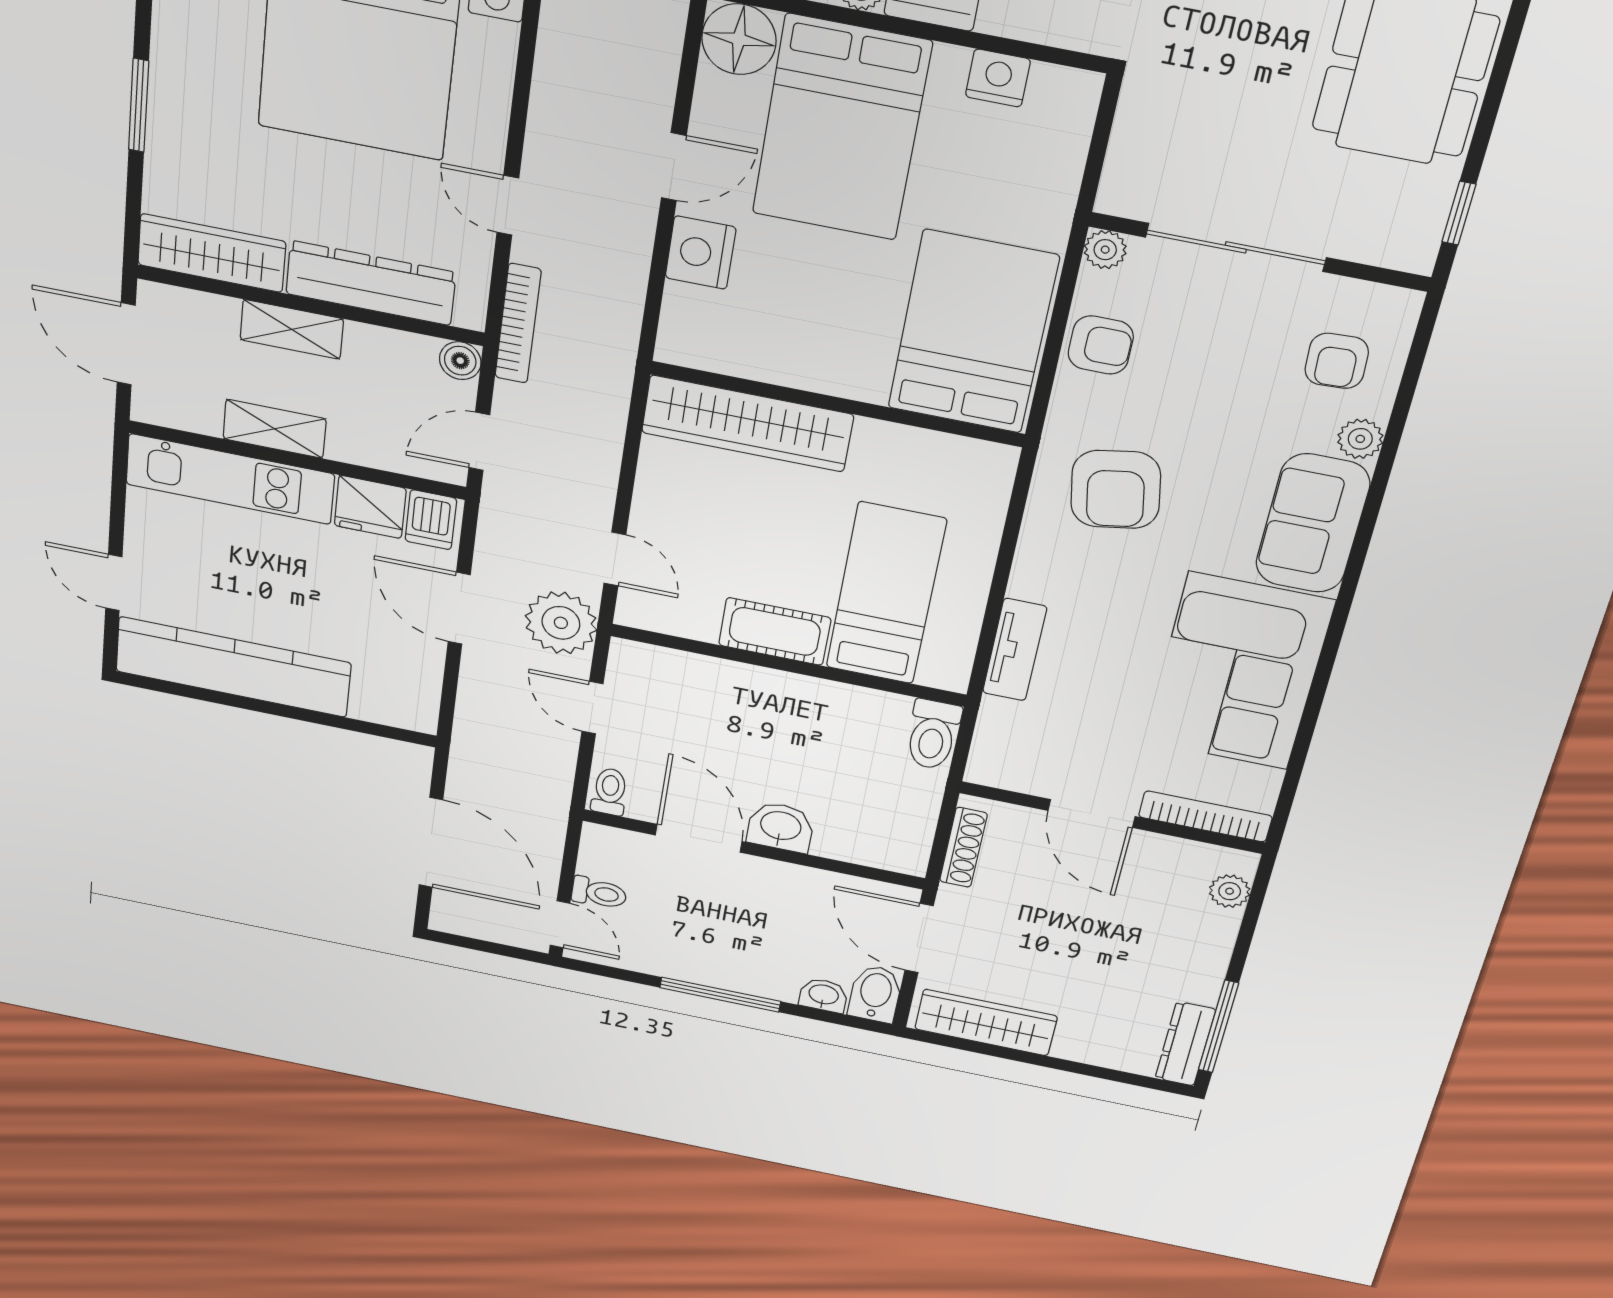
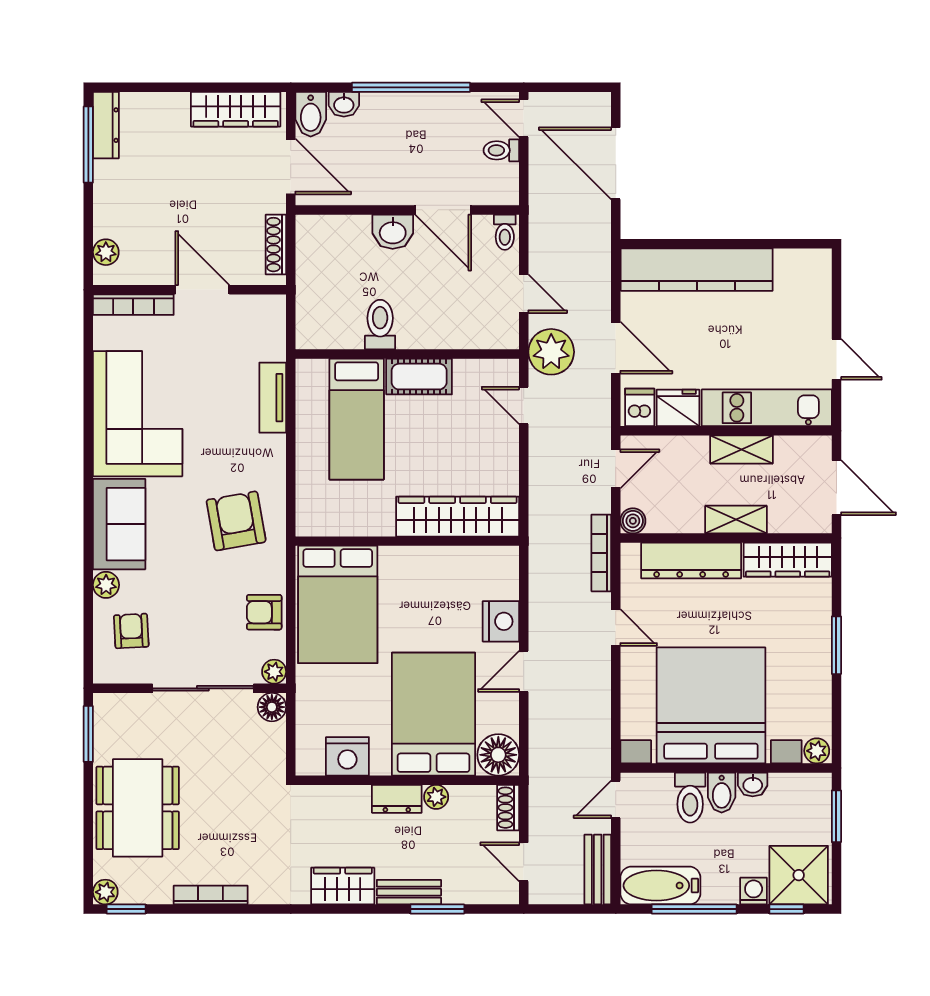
nightstand: (998, 78) -> (347, 756), width x1.36, depth x1.33
floor lamp: (1122, 194) -> (272, 707), added
window: (1459, 213) -> (88, 734), width x1.50
door: (114, 583) -> (836, 359), moved
kitchen counter: (233, 667) -> (697, 270), moved
toilet: (933, 735) -> (380, 325), moved
window: (720, 995) -> (411, 87), width x1.46

